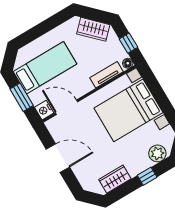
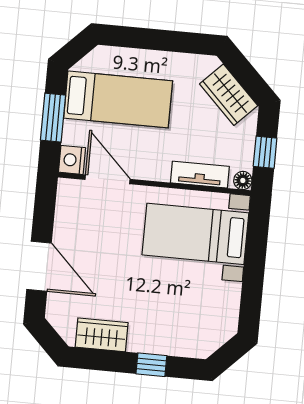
bed with nightstands: (128, 110) -> (195, 234), width x0.73
plant: (157, 153) -> (190, 343), removed
door: (58, 158) -> (39, 266), moved

